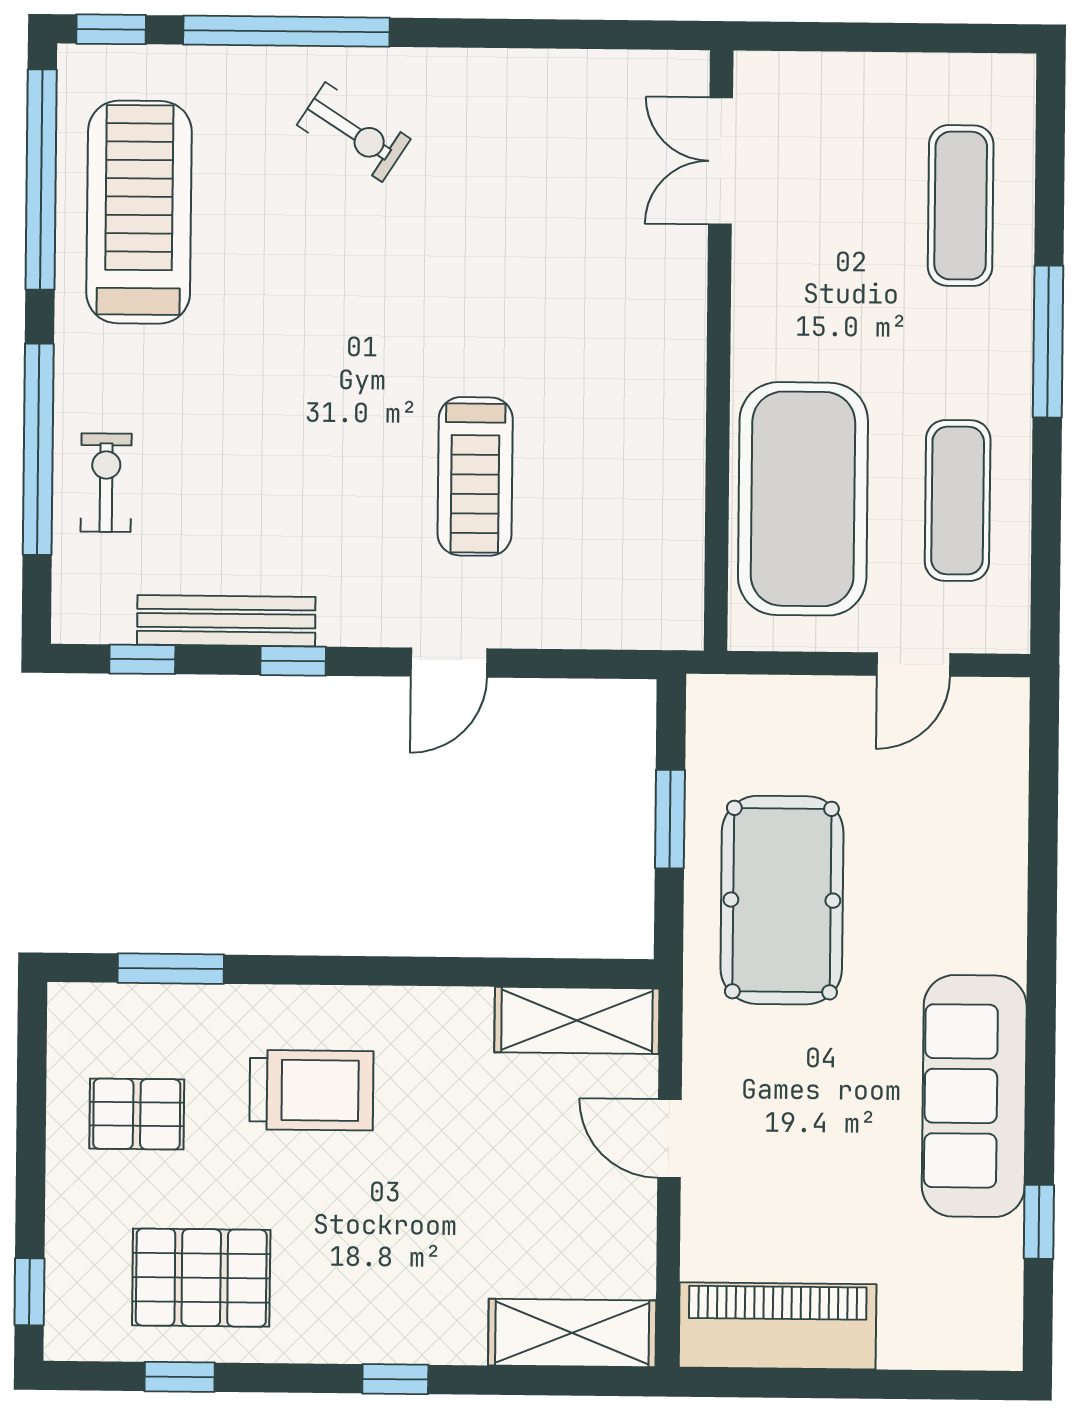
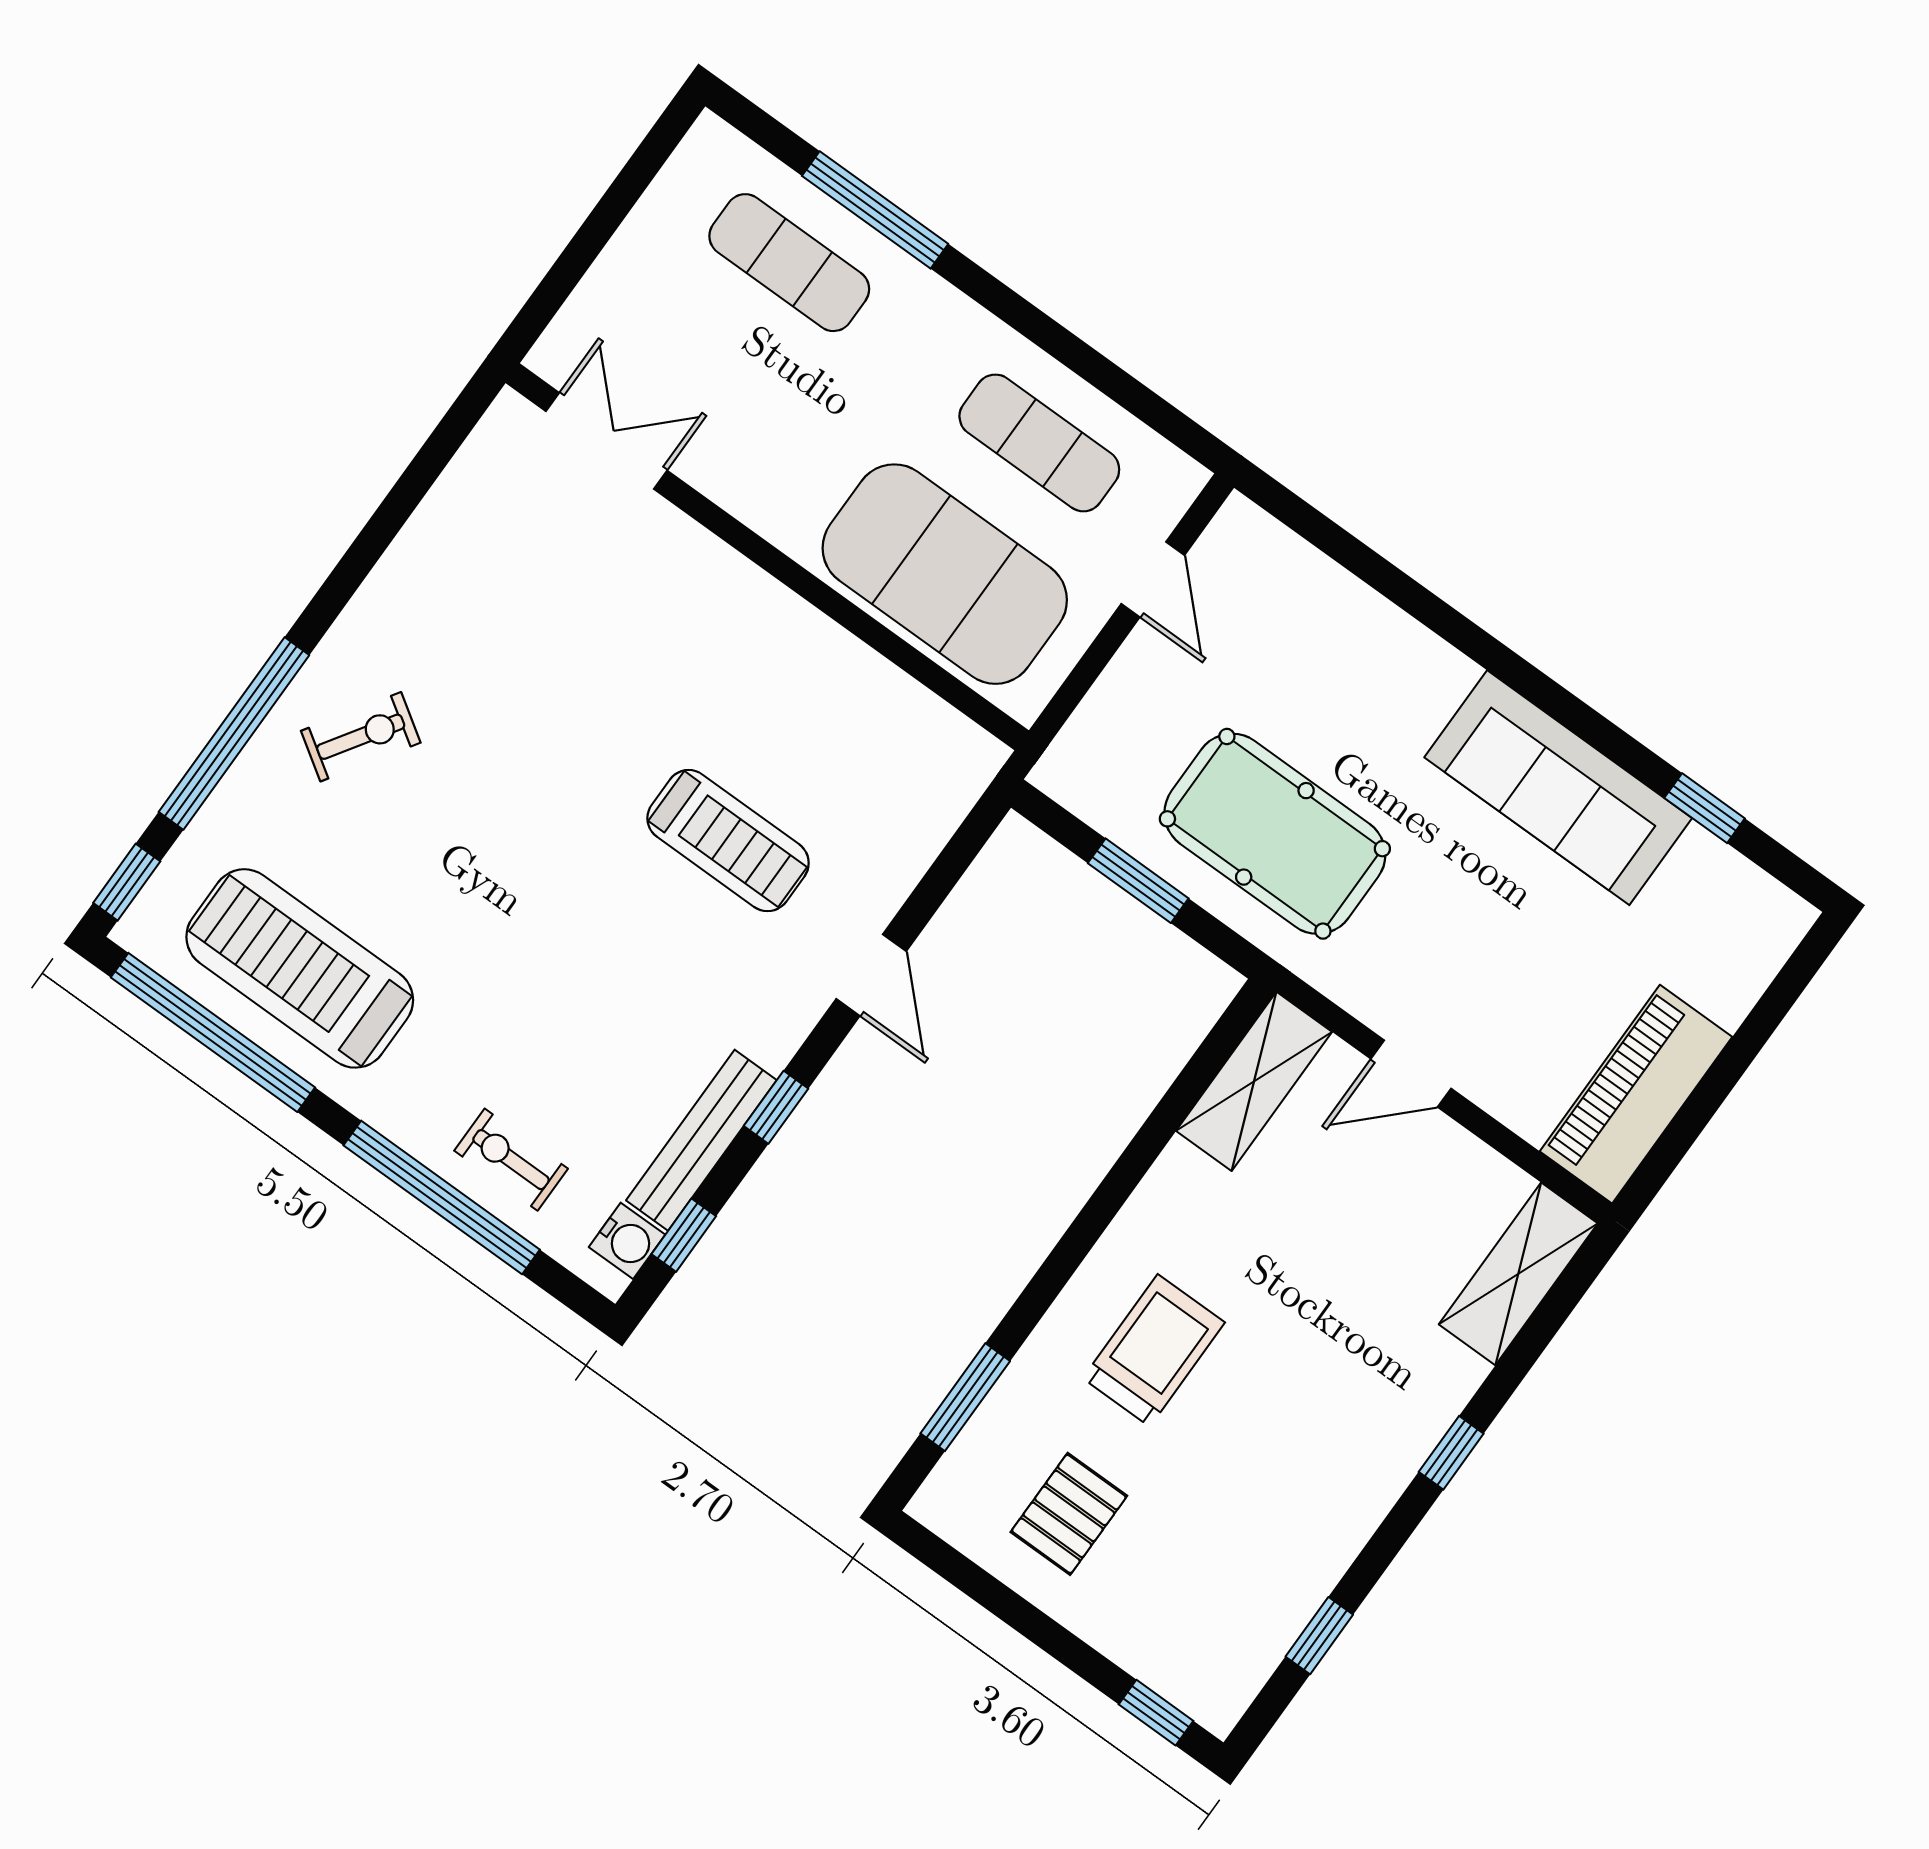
double door: (721, 161) -> (607, 441), swing flipped
window: (1048, 342) -> (875, 210), moved
water cooler: (106, 618) -> (627, 1241), added
pallet: (201, 1278) -> (1247, 1557), removed

